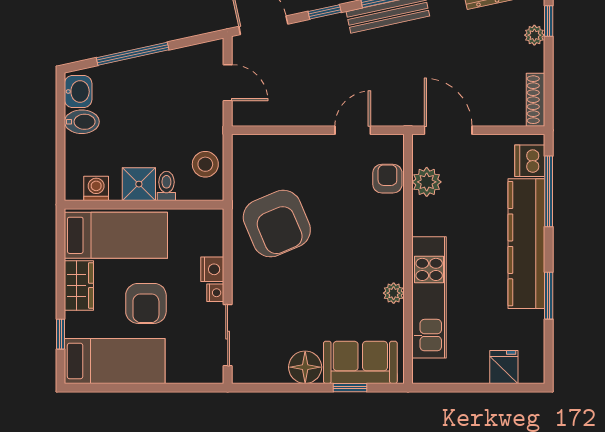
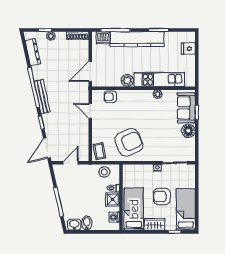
coffee table: (256, 152) -> (99, 151), added
plant: (427, 182) -> (127, 80), moved
nightstand: (212, 269) -> (148, 169), removed
armchair: (146, 303) -> (162, 197), turned 180

